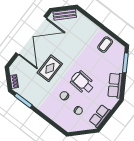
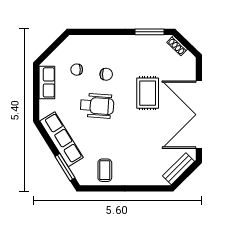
row of seats: (115, 85) -> (61, 139), width x1.48

